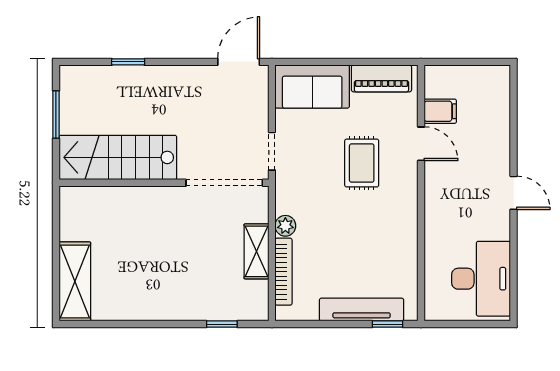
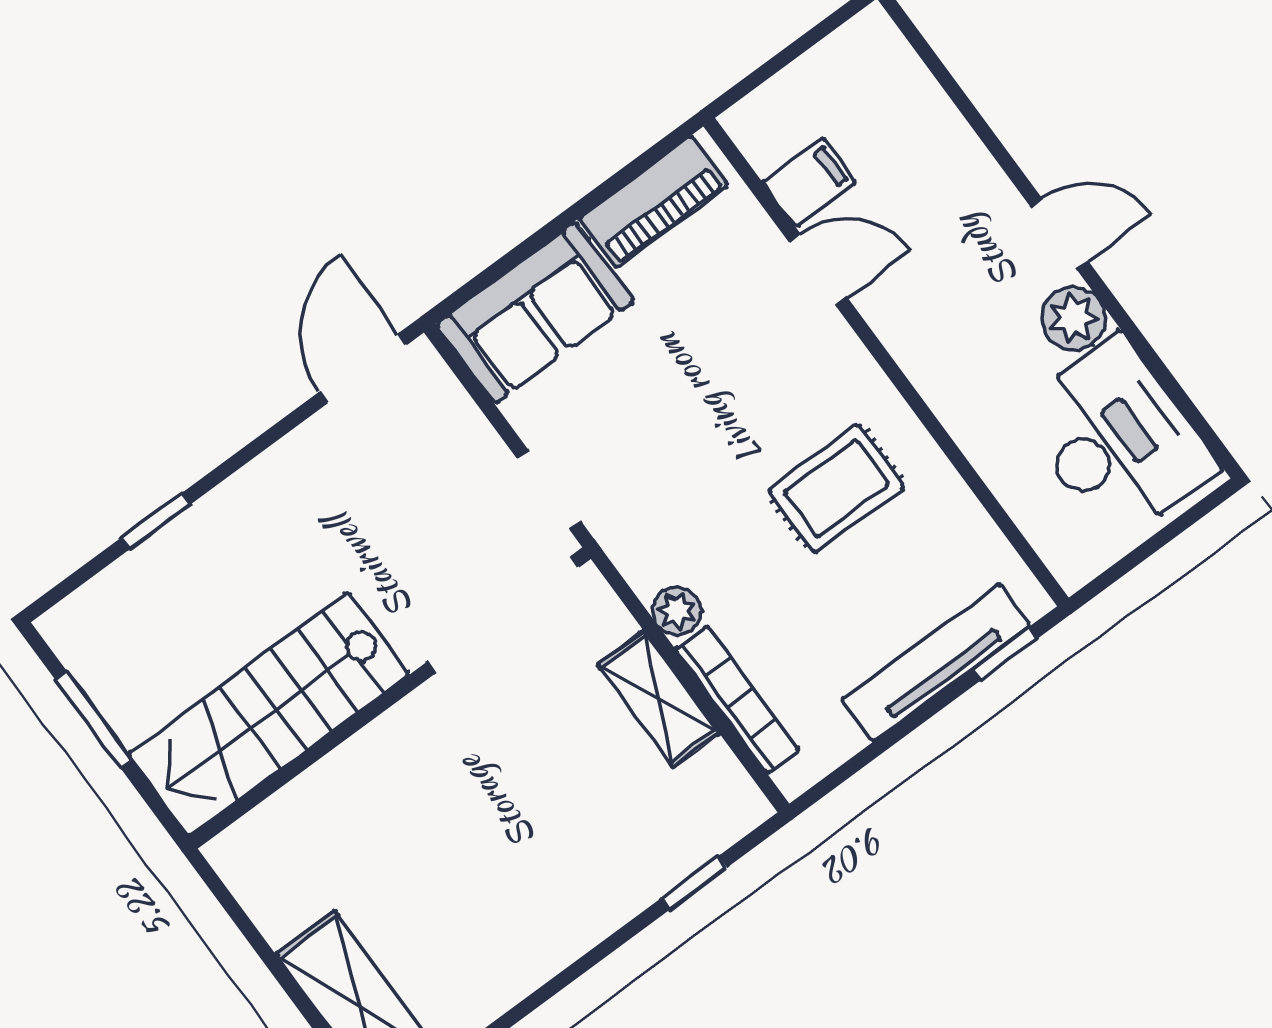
rug: (362, 163) -> (836, 488), moved, turned 90
plant: (497, 226) -> (1073, 318), added

